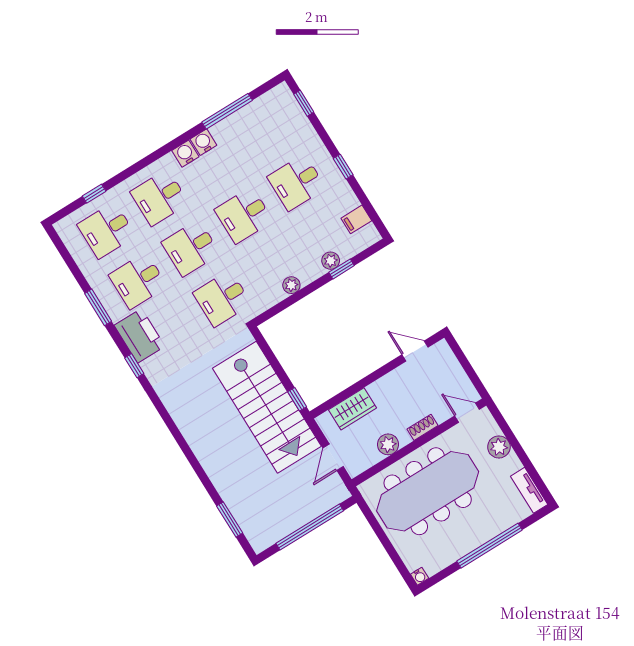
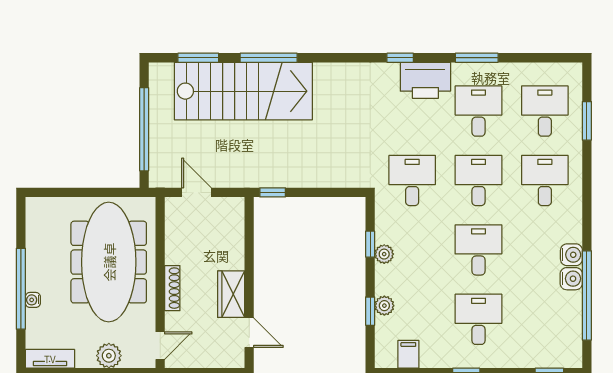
window: (227, 111) -> (587, 295), width x1.46
water cooler: (185, 154) -> (571, 279), moved
window: (94, 194) -> (587, 121), width x1.50
window: (290, 301) -> (370, 244), added
door: (415, 351) -> (249, 333), hinge flipped
stairs: (267, 407) -> (243, 91), moved, turned 180
wardrobe: (352, 409) -> (231, 294), moved
shoe rack: (423, 427) -> (172, 288), width x1.43
plant: (388, 444) -> (176, 252), removed
window: (196, 466) -> (269, 58), added
water cooler: (420, 576) -> (33, 300), moved

